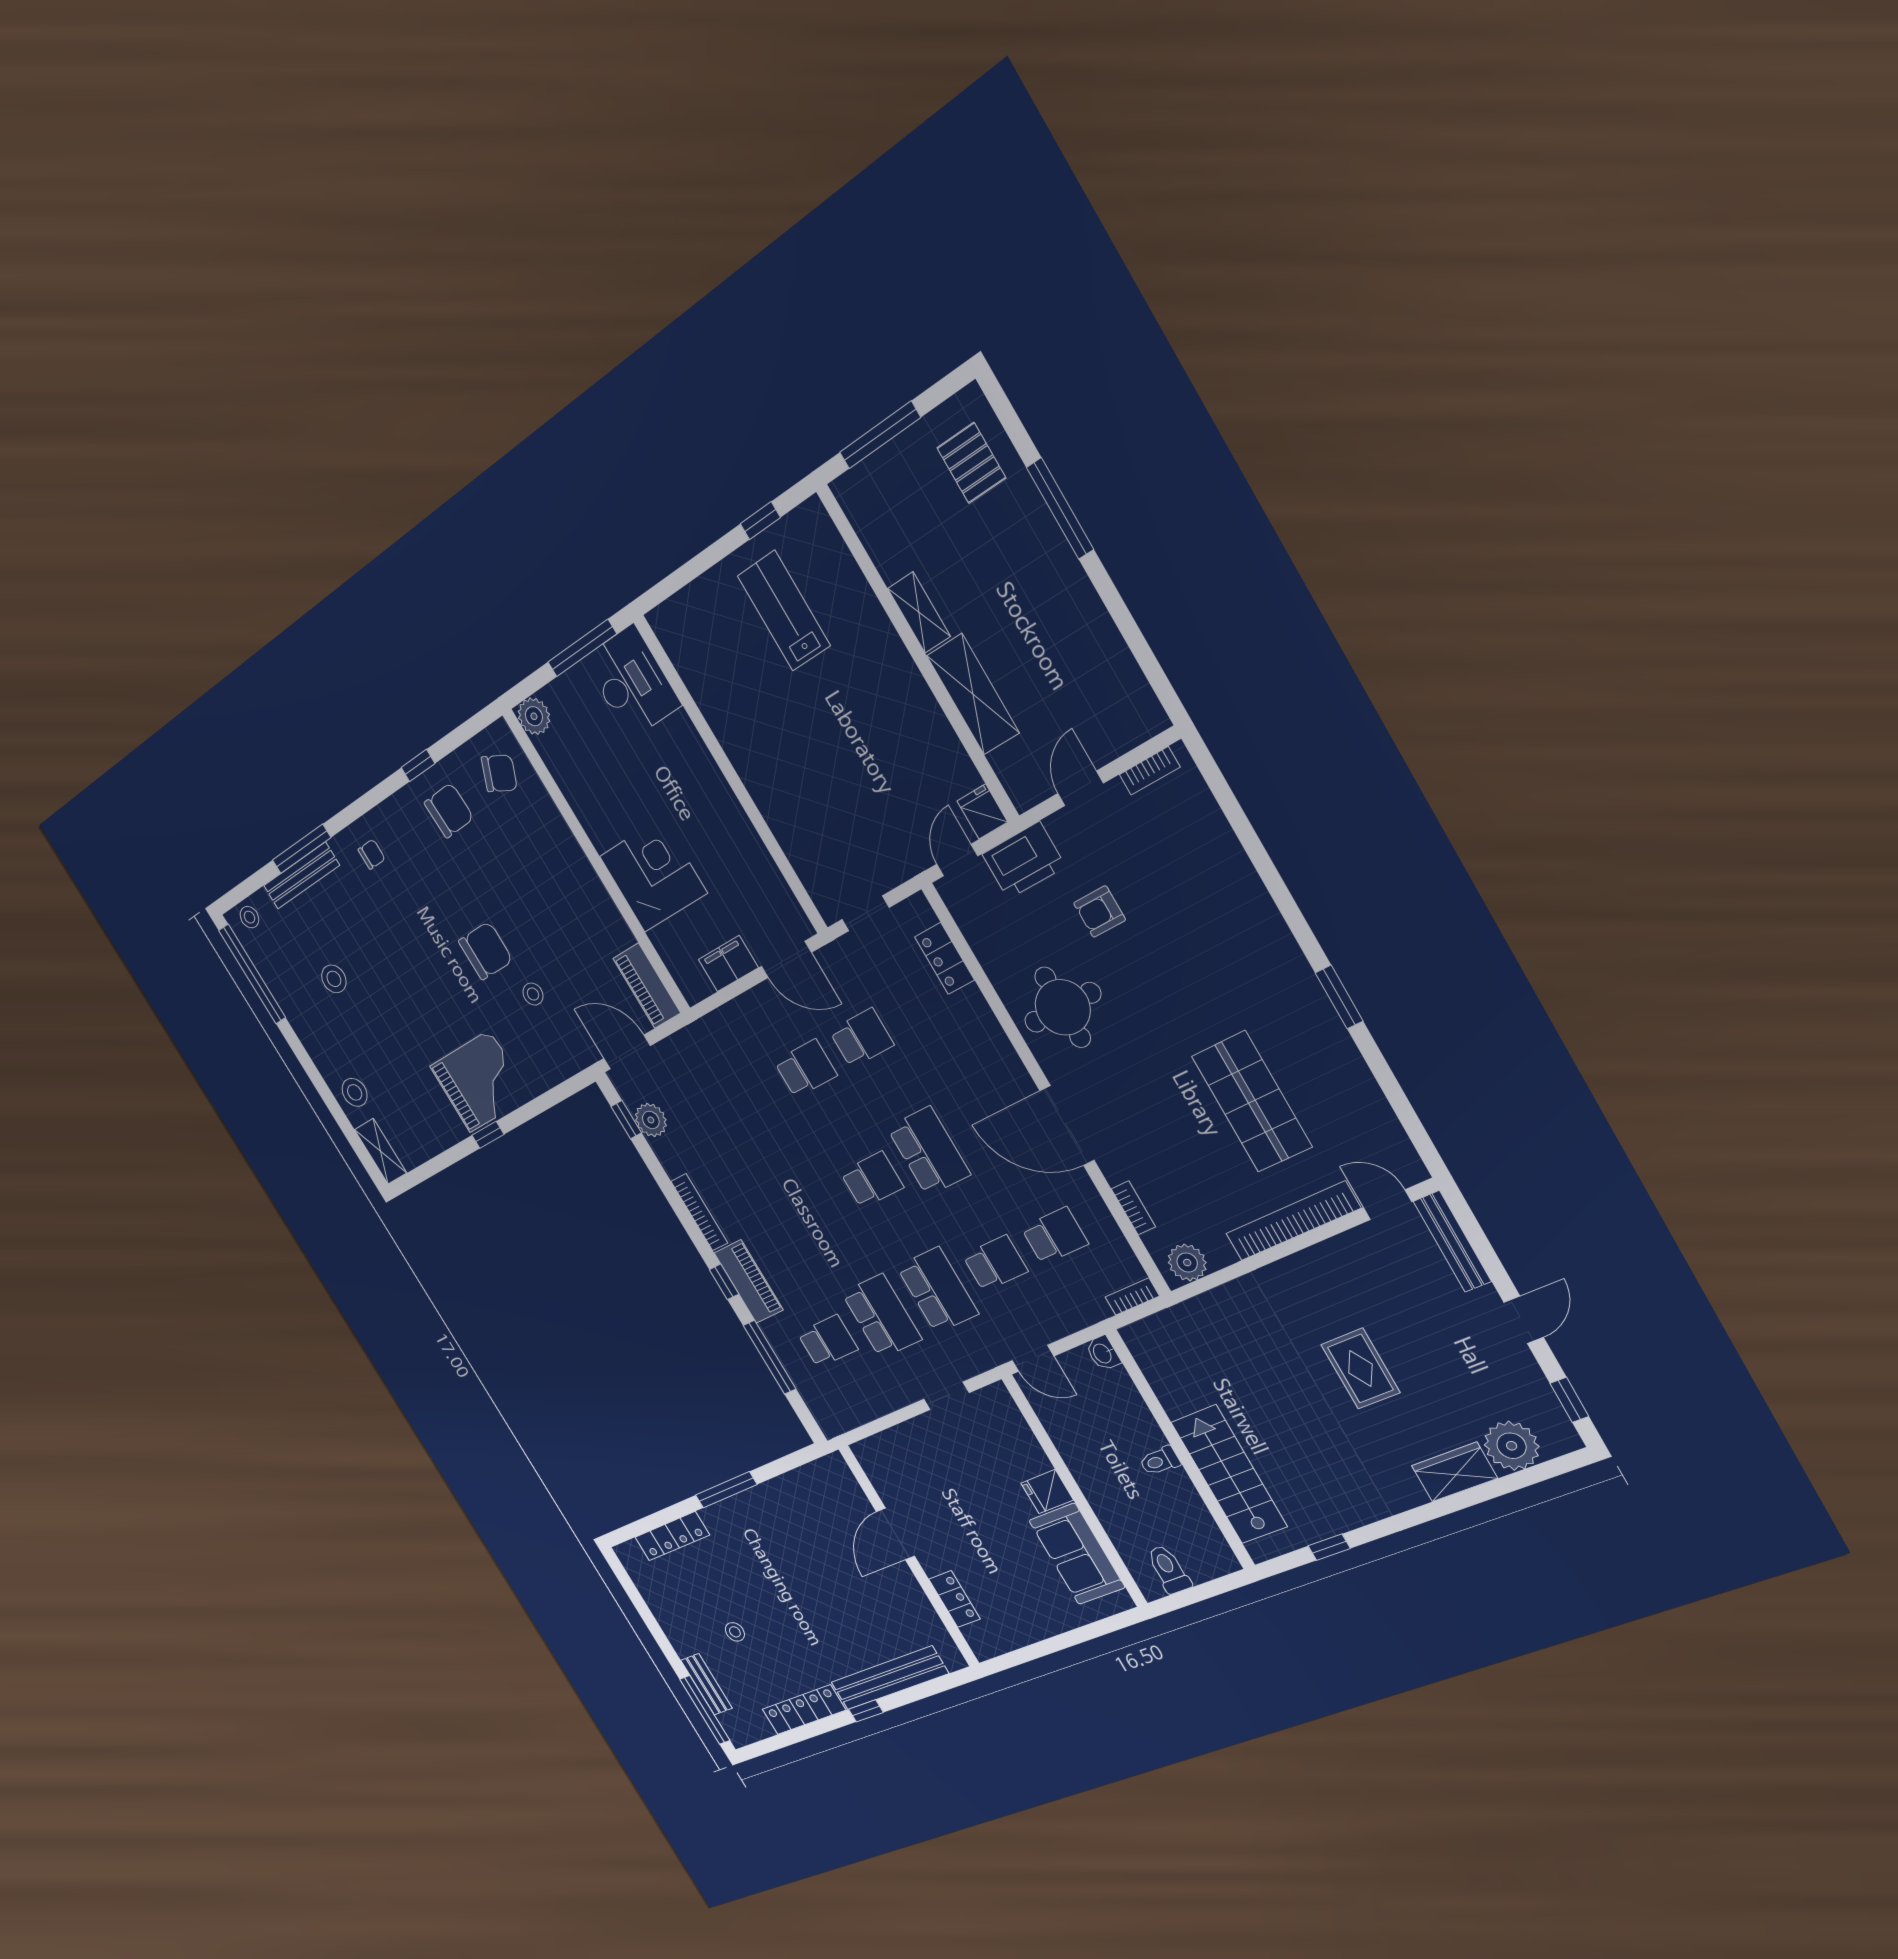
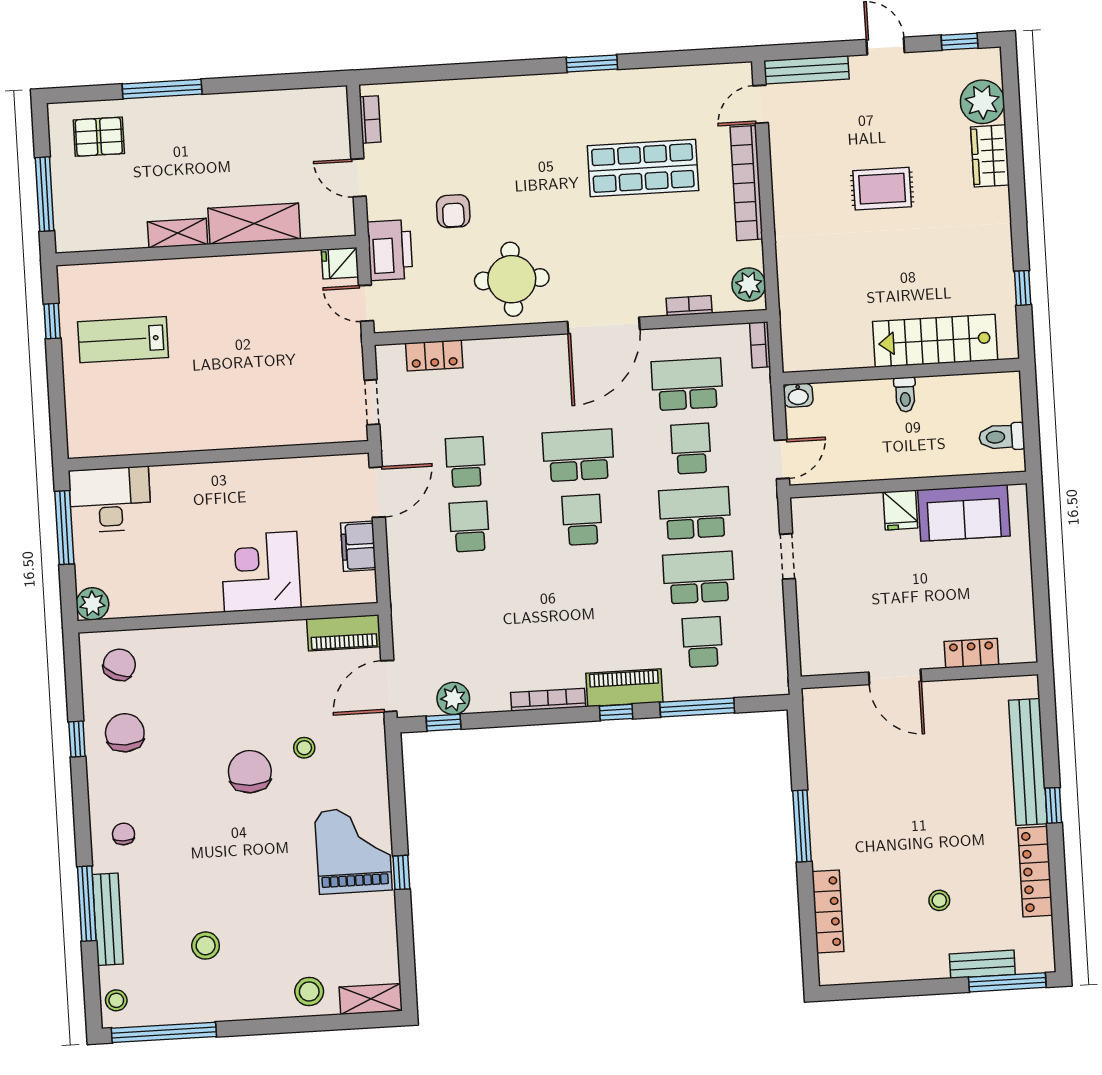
school desk: (1055, 1236) -> (687, 384), width x1.85

